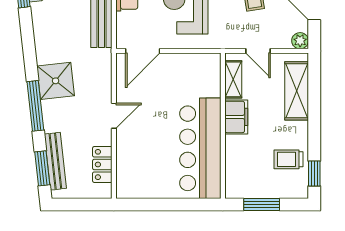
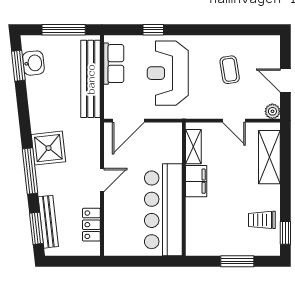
shelving: (233, 79) -> (193, 147), moved
filing cabinet: (236, 117) -> (196, 181), moved
wall: (223, 126) -> (184, 189), moved
bar counter: (200, 148) -> (163, 210), moved

